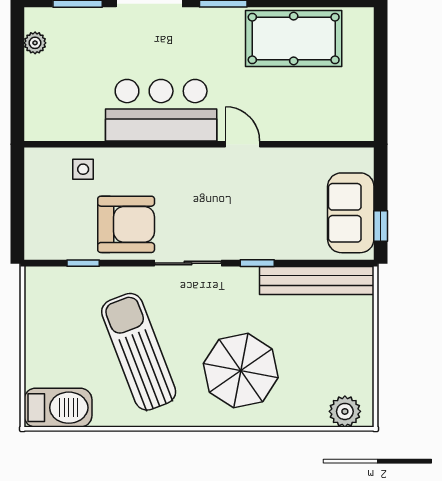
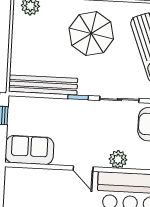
plant: (185, 163) -> (118, 159), added
sofa: (351, 213) -> (29, 150), moved, turned -90

